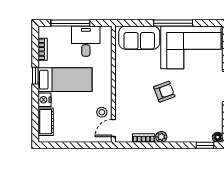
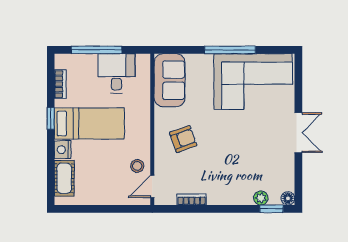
sofa: (139, 38) -> (170, 80), moved, turned -90
armchair: (164, 92) -> (183, 139), moved
plant: (161, 137) -> (261, 198), moved

